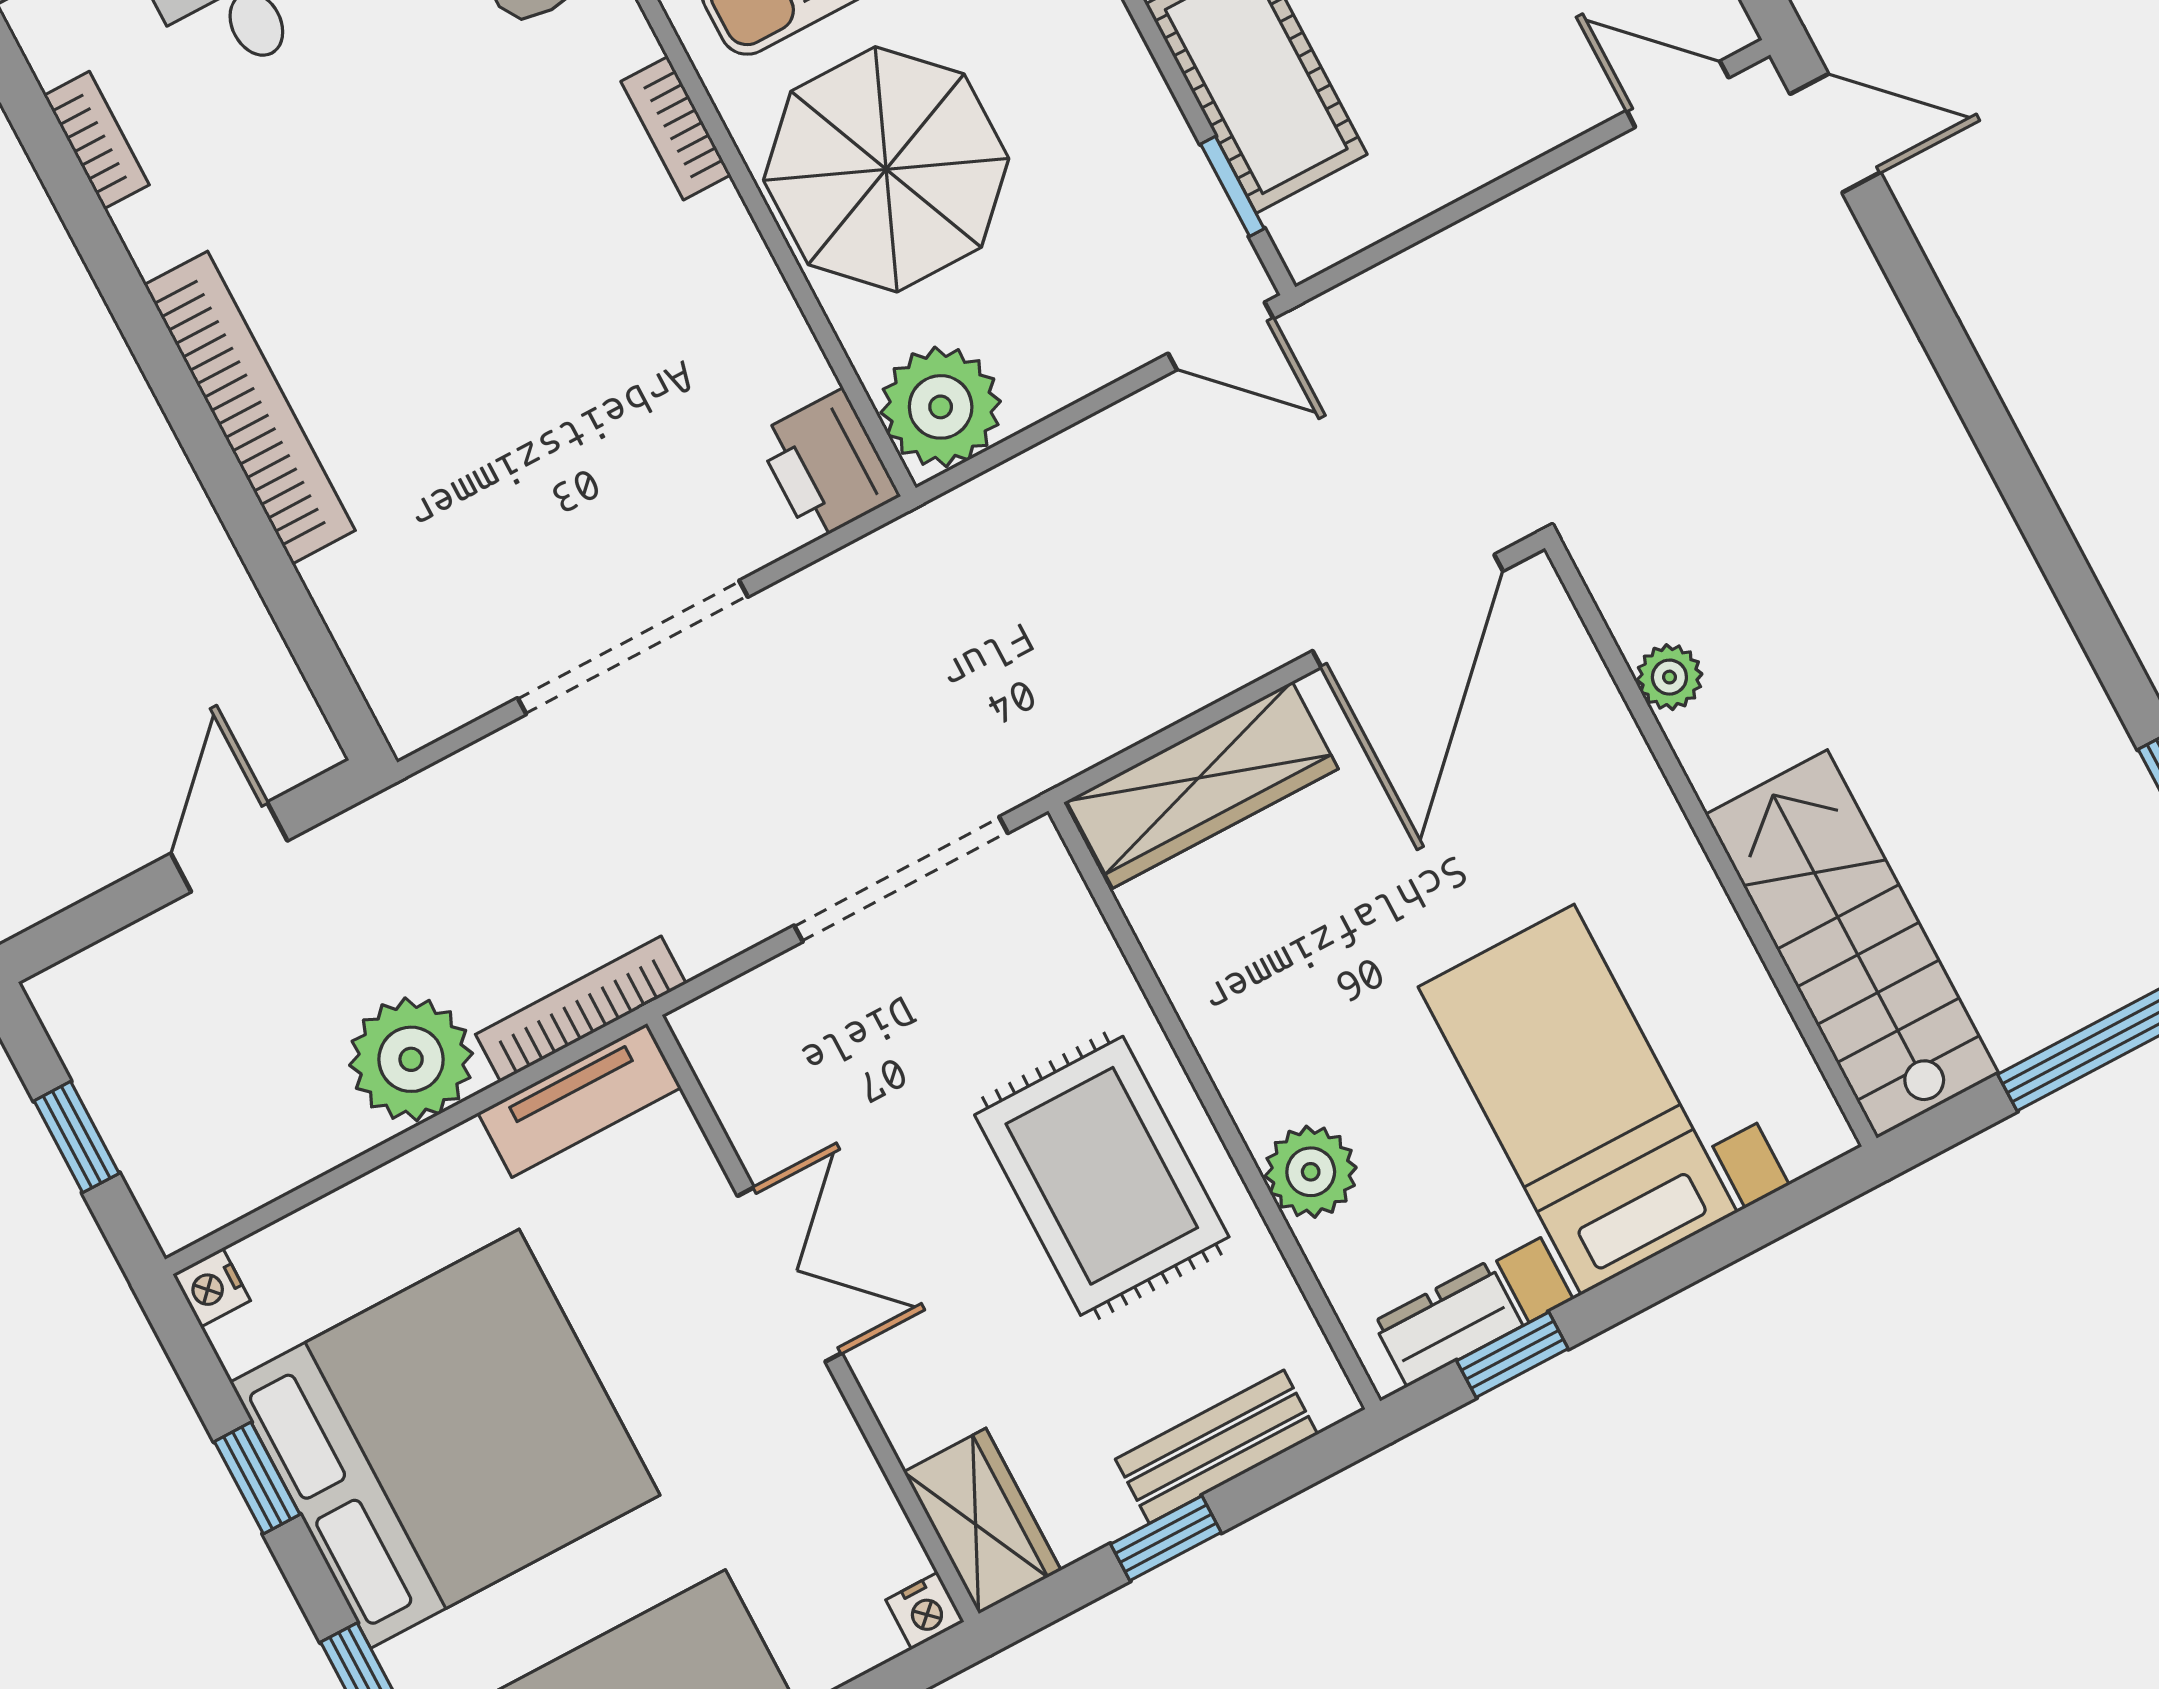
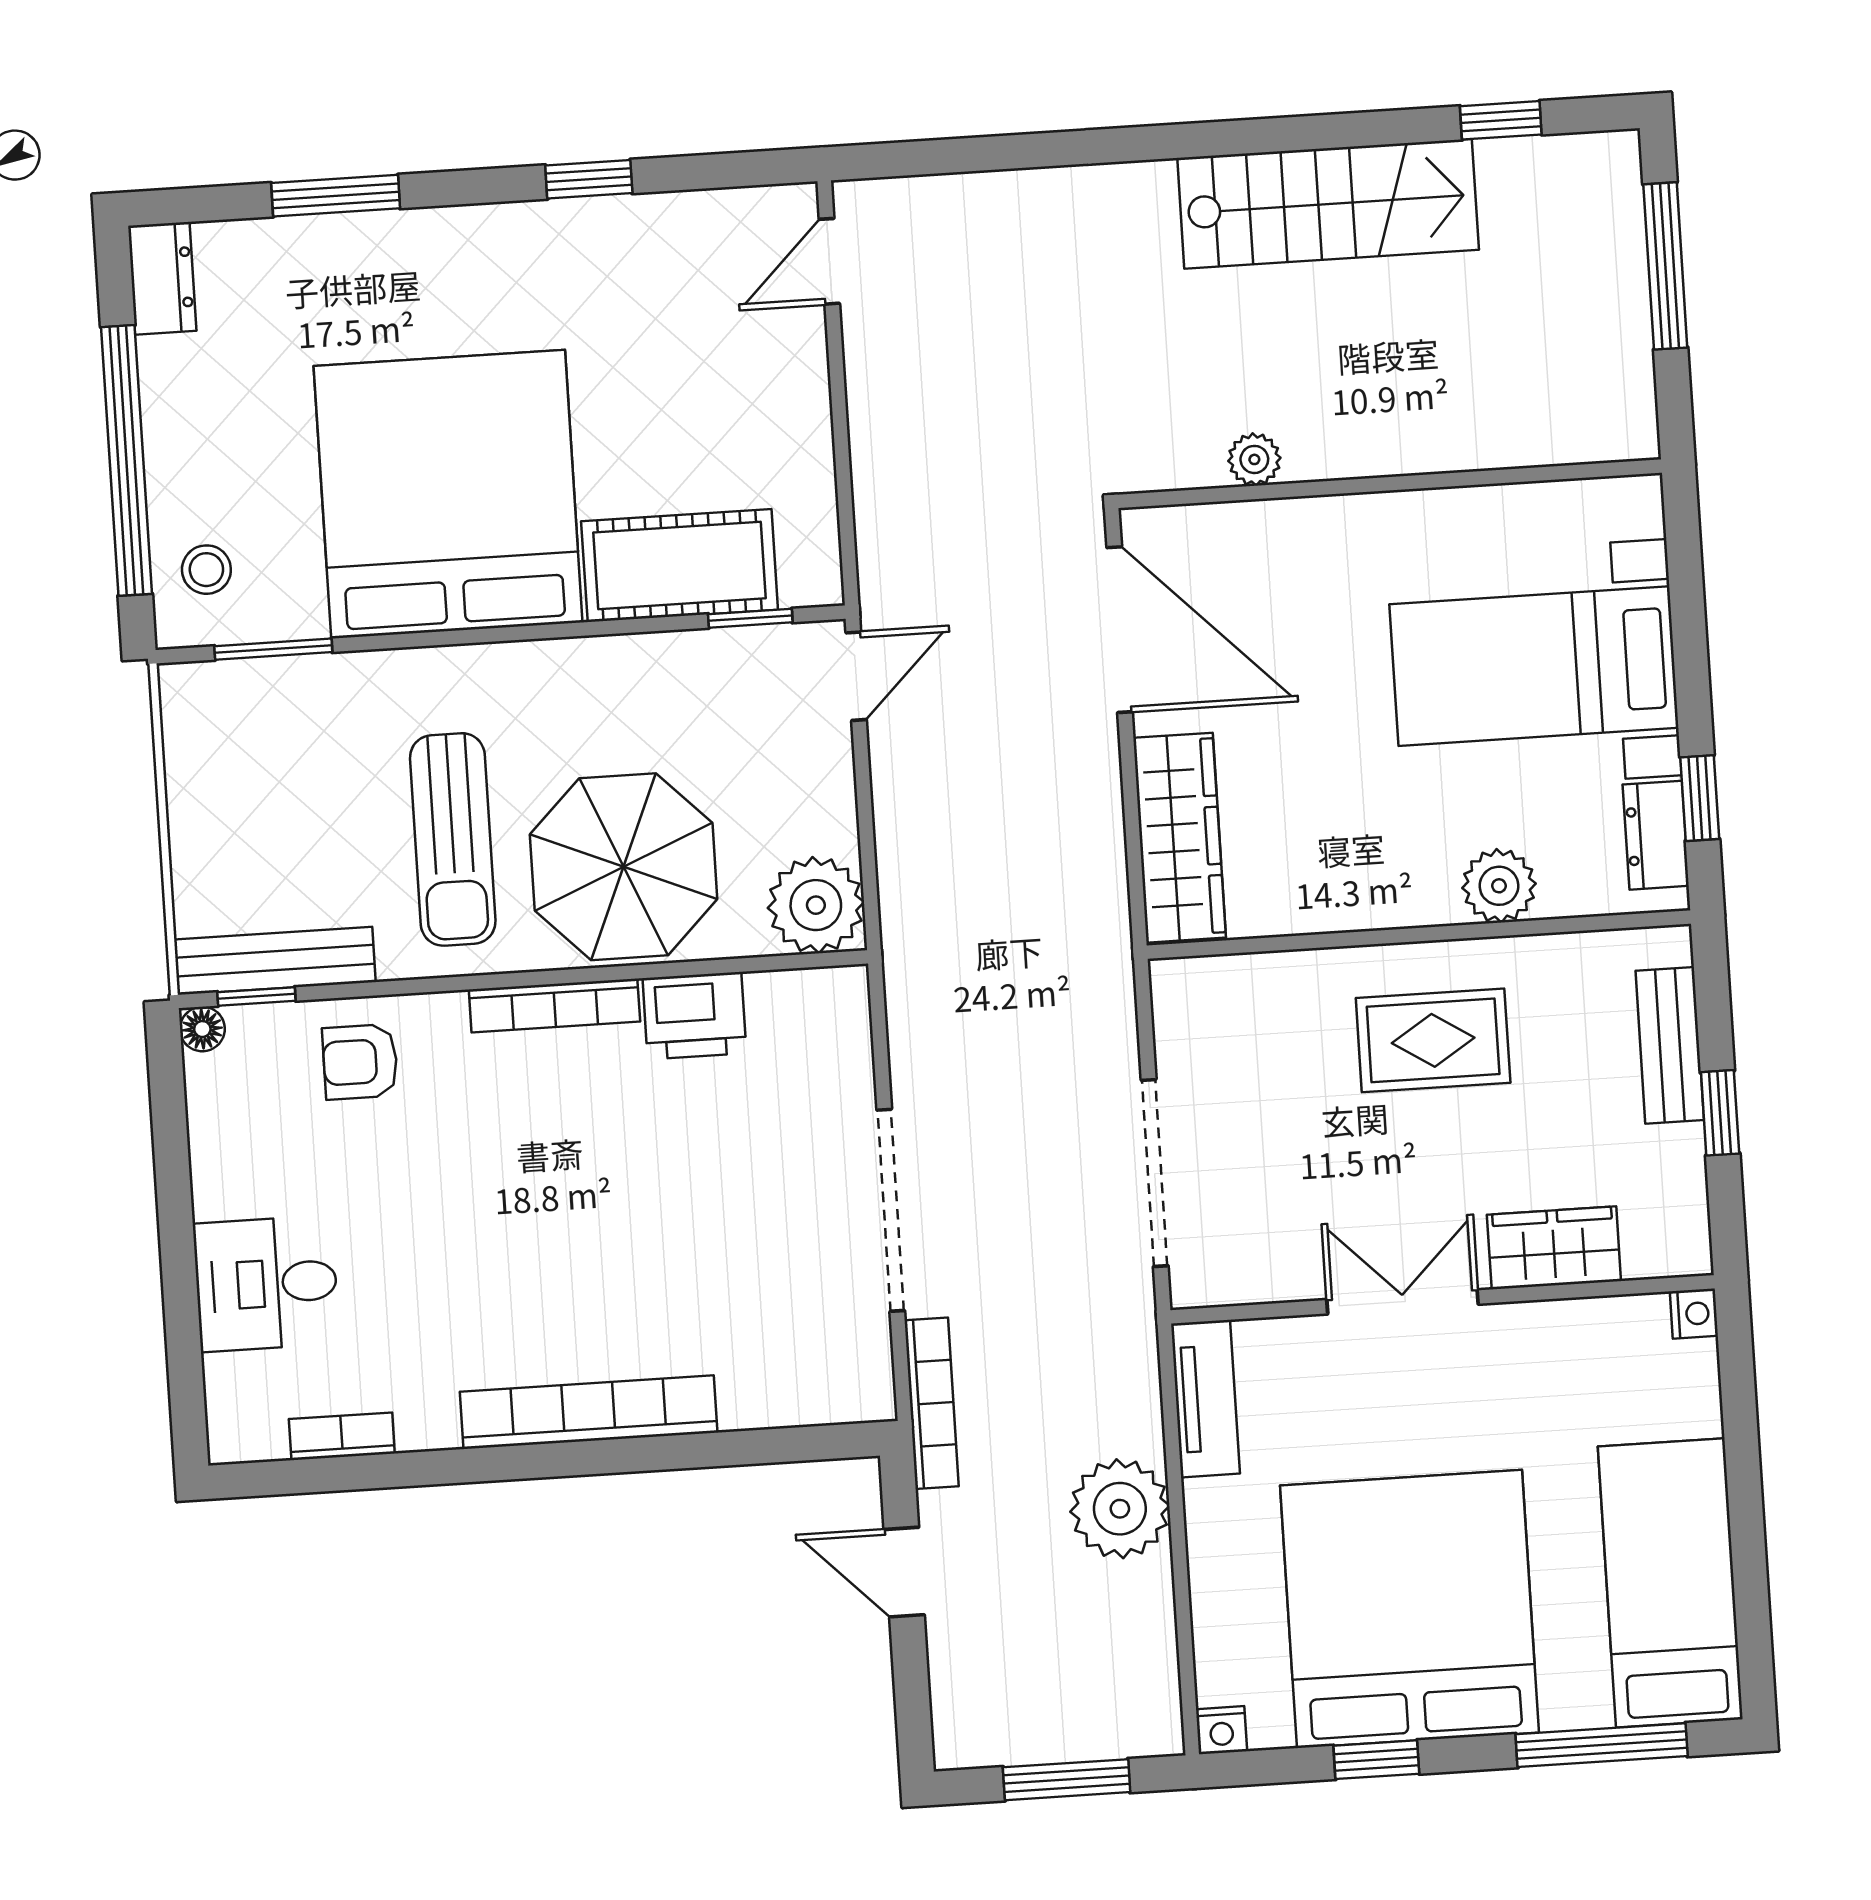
bookcase: (676, 128) -> (554, 1005), width x1.56
door: (1835, 133) -> (910, 159), removed
printer: (827, 465) -> (694, 1016), moved
doorway: (901, 879) -> (1155, 1173), moved
stairs: (1852, 944) -> (1328, 204), moved, turned 180
bookcase: (581, 1009) -> (932, 1403), moved, turned 180
window: (77, 1137) -> (1067, 1780), width x1.50
rug: (1102, 1176) -> (1433, 1040), width x0.73, depth x0.70
wardrobe: (982, 1521) -> (1554, 1248), moved

